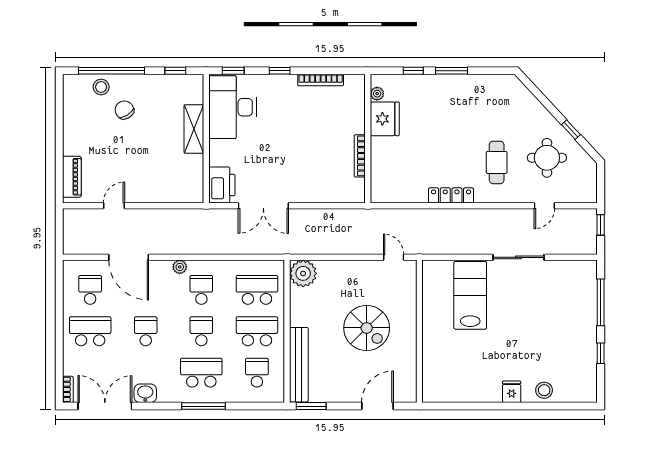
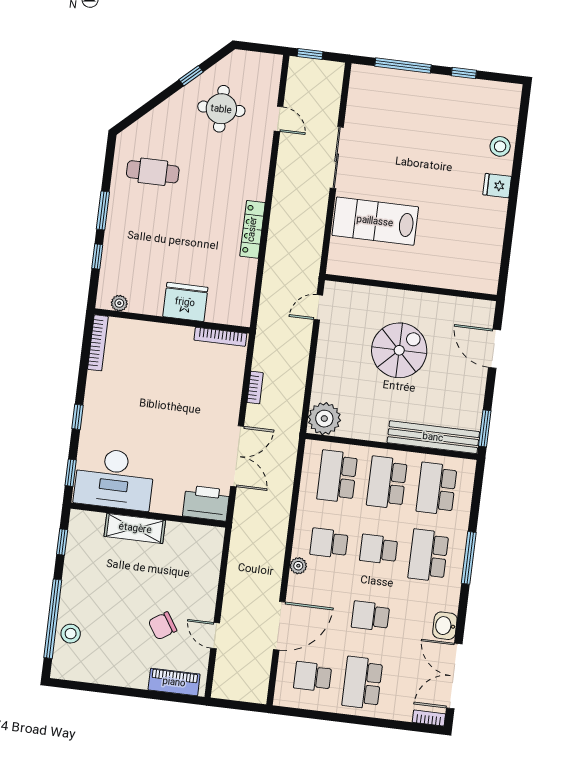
bookcase: (321, 80) -> (98, 343), moved
chair: (124, 110) -> (162, 626), moved
fridge: (385, 119) -> (185, 302), moved
bookcase: (360, 156) -> (220, 337), moved
cafe table: (497, 162) -> (153, 172), moved
bookcase: (322, 214) -> (255, 388), added
school desk: (257, 373) -> (437, 489), width x1.85

